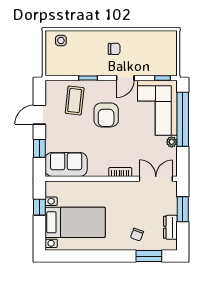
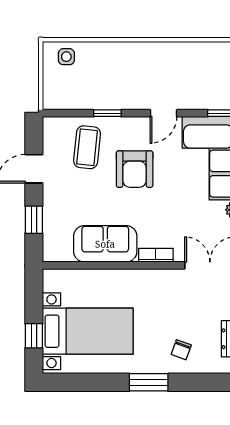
chair: (114, 49) -> (147, 69), removed
sofa: (66, 164) -> (105, 244), moved
window: (39, 207) -> (34, 336), moved
window: (149, 256) -> (149, 382), moved

